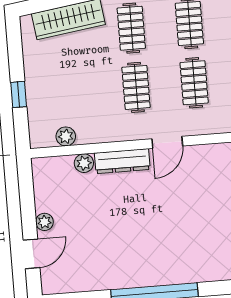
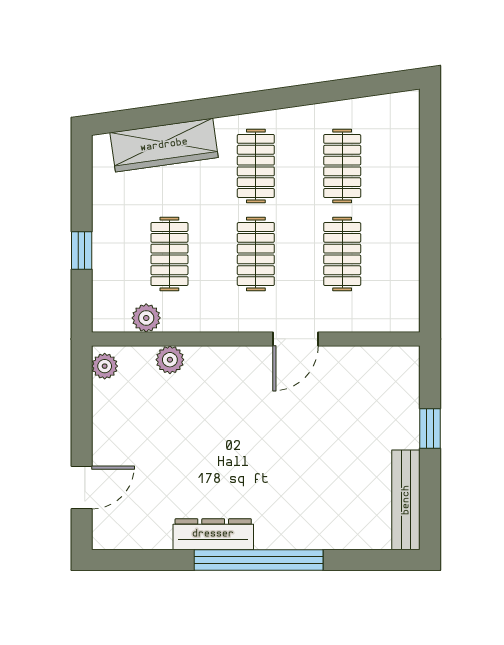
clothes rail: (78, 92) -> (169, 254), added
dresser: (122, 161) -> (213, 534), moved, turned 180
plant: (44, 222) -> (105, 366), moved

